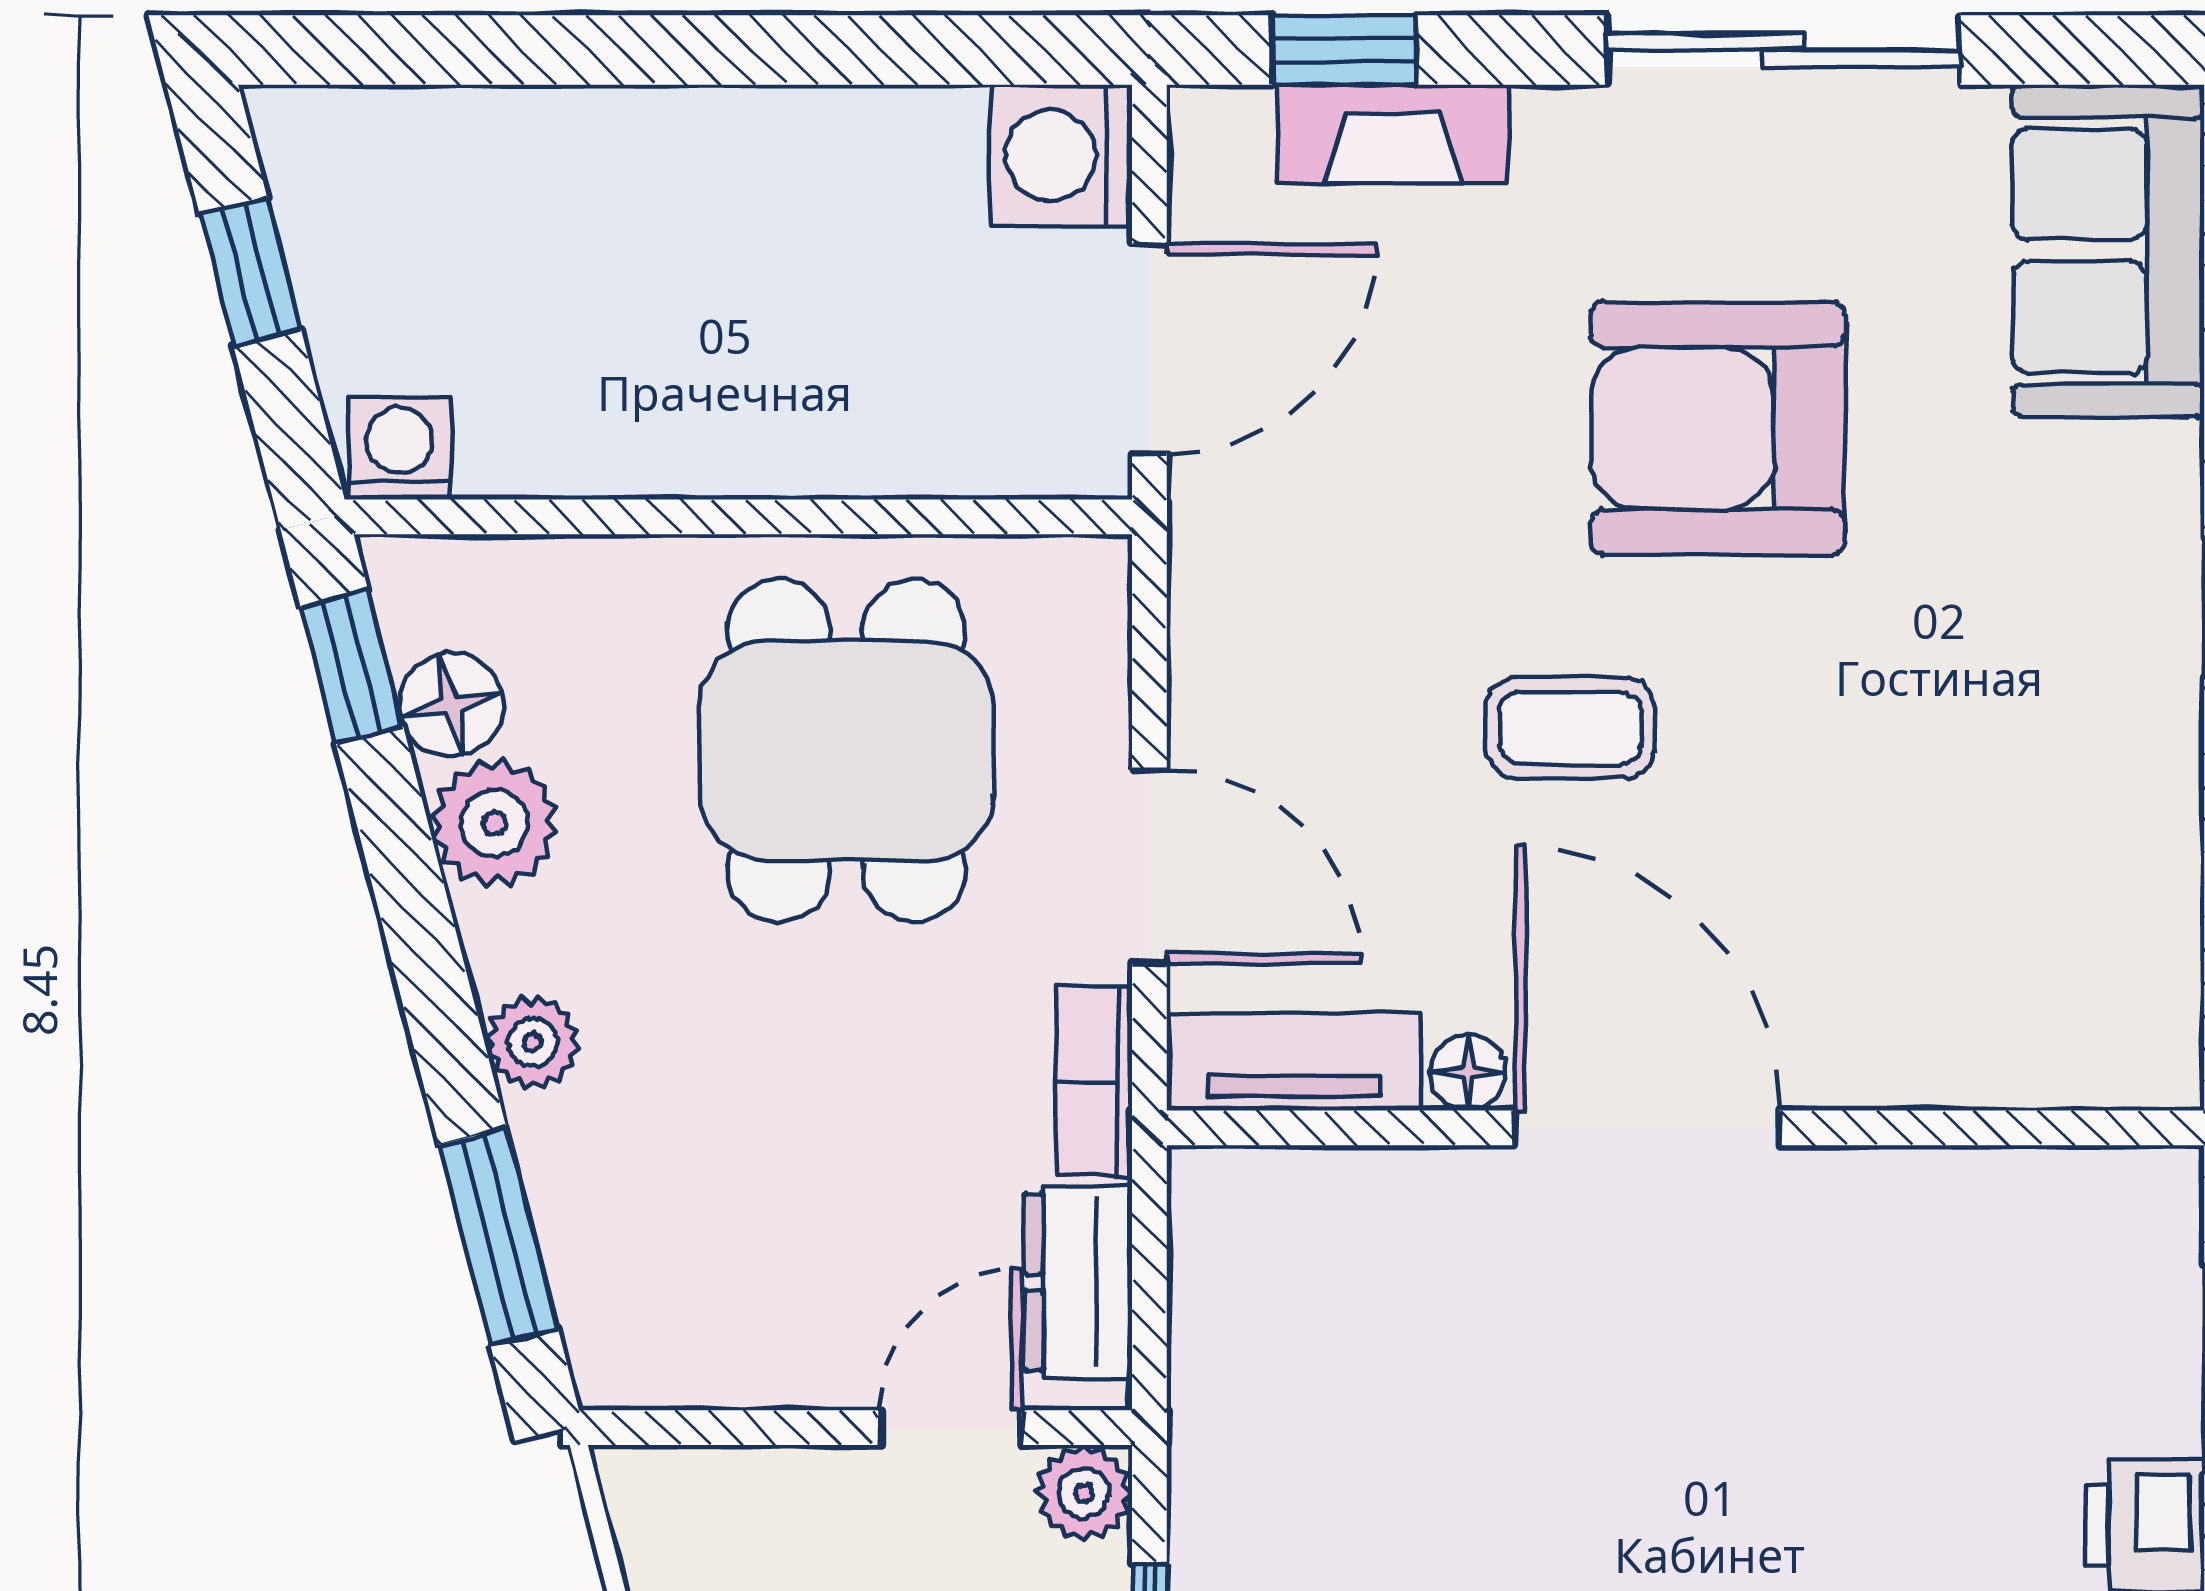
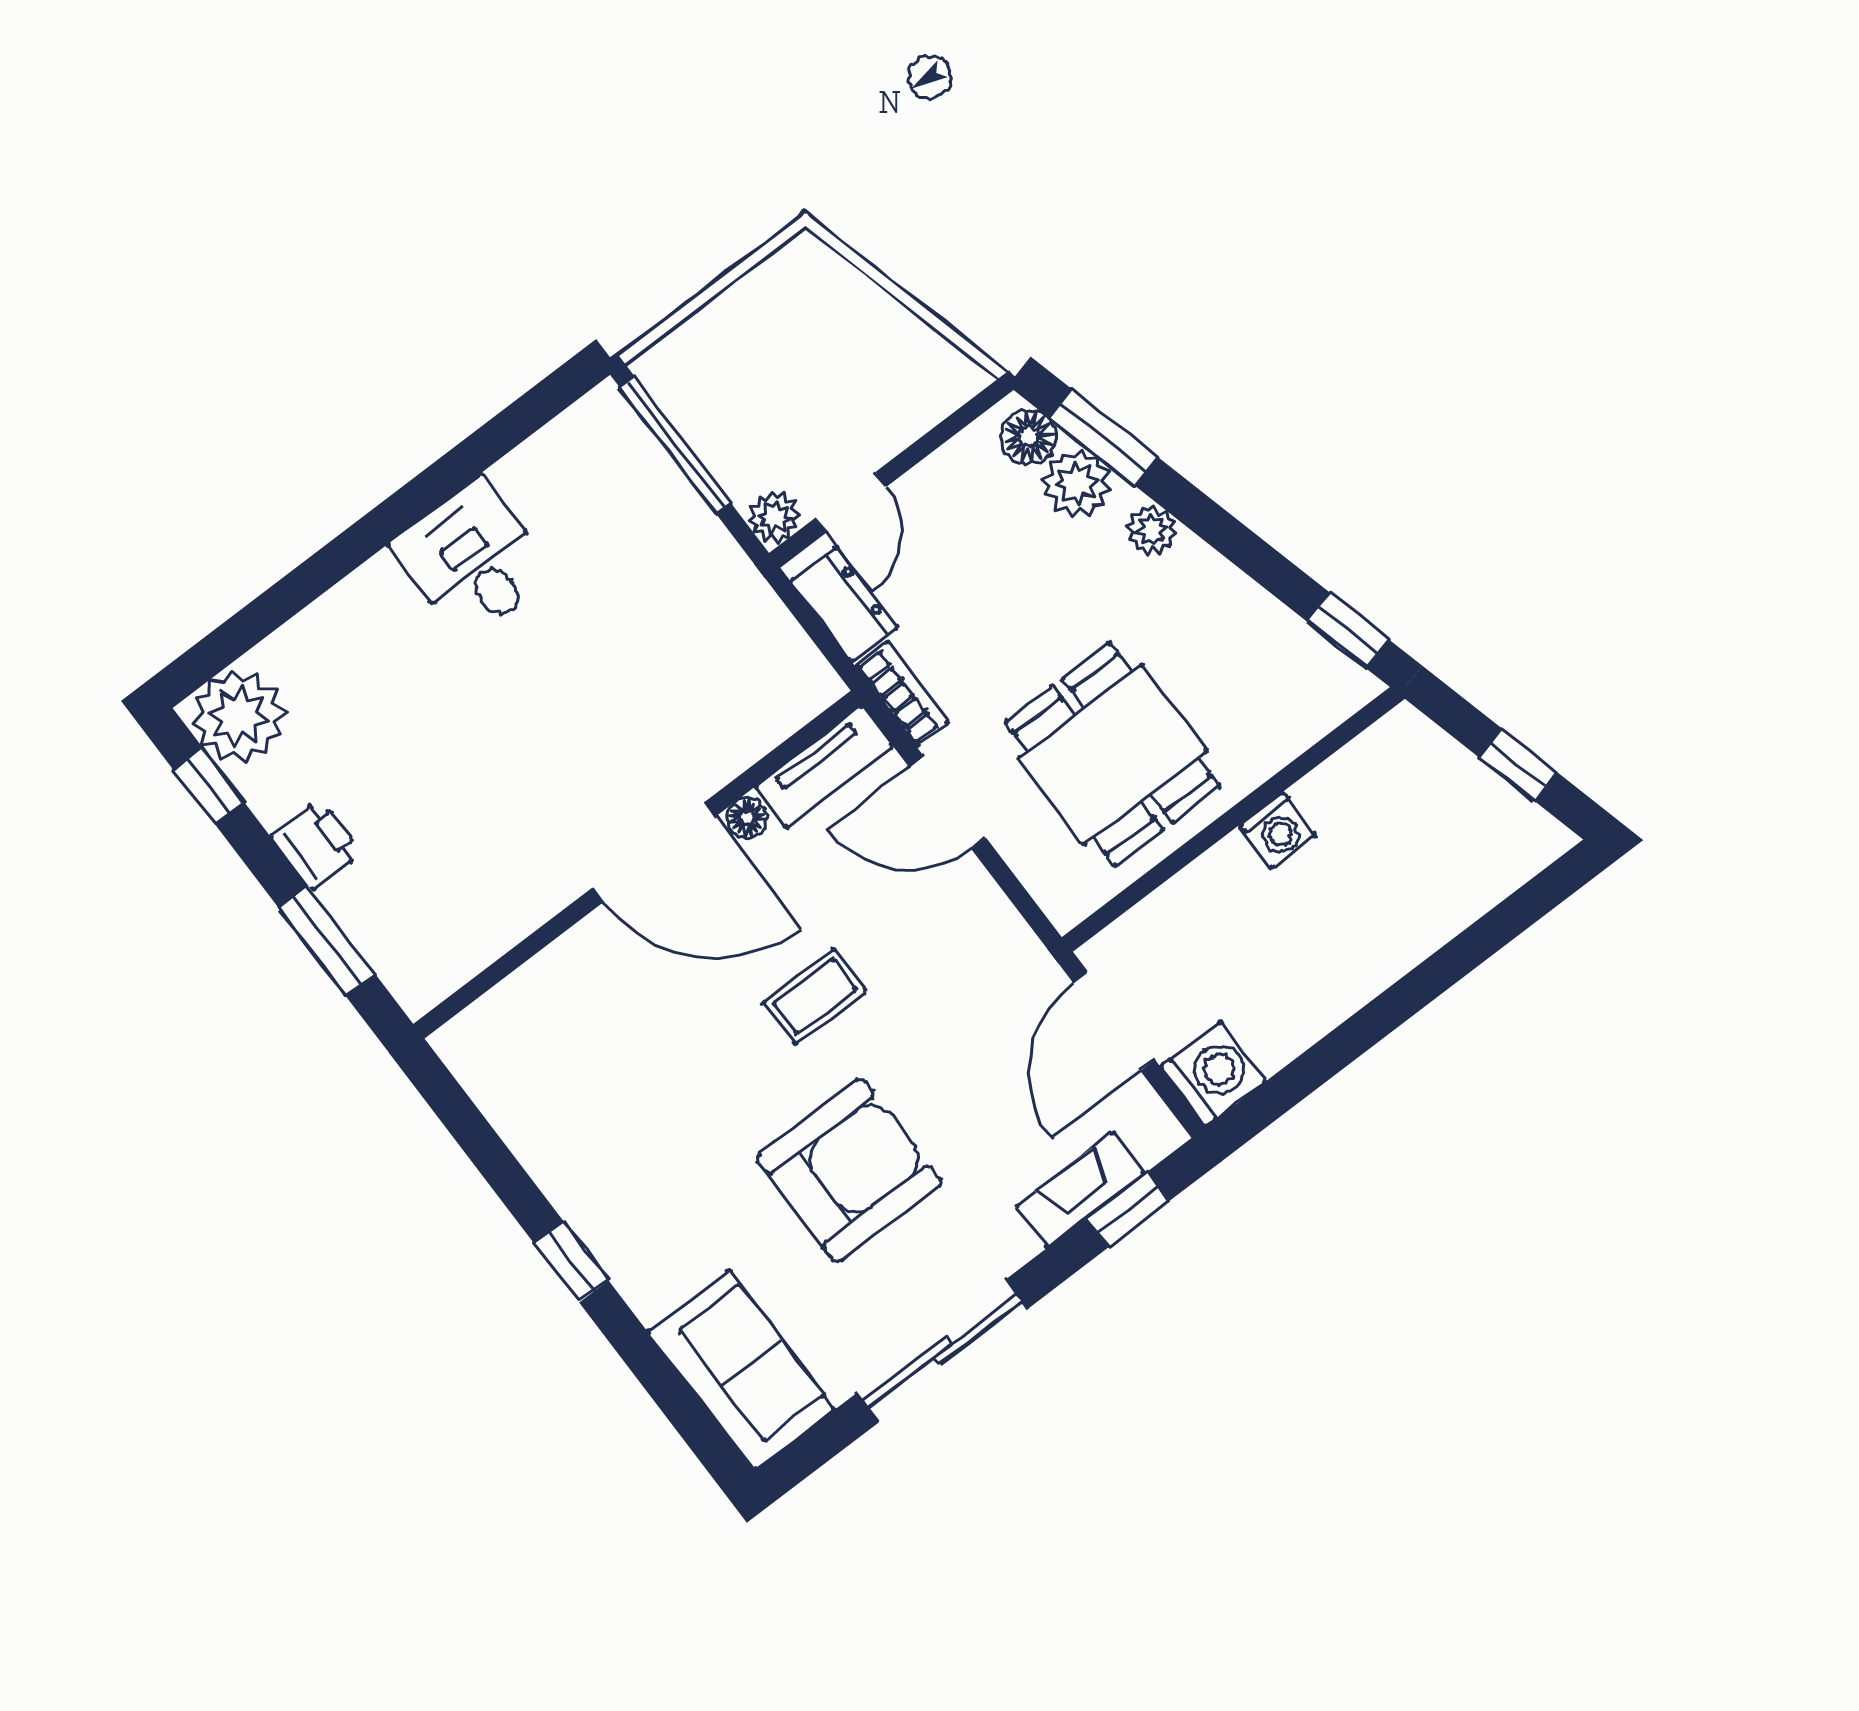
washing machine: (400, 448) -> (1277, 830), moved
floor lamp: (451, 705) -> (1029, 437), moved
plant: (494, 823) -> (1077, 483), moved

